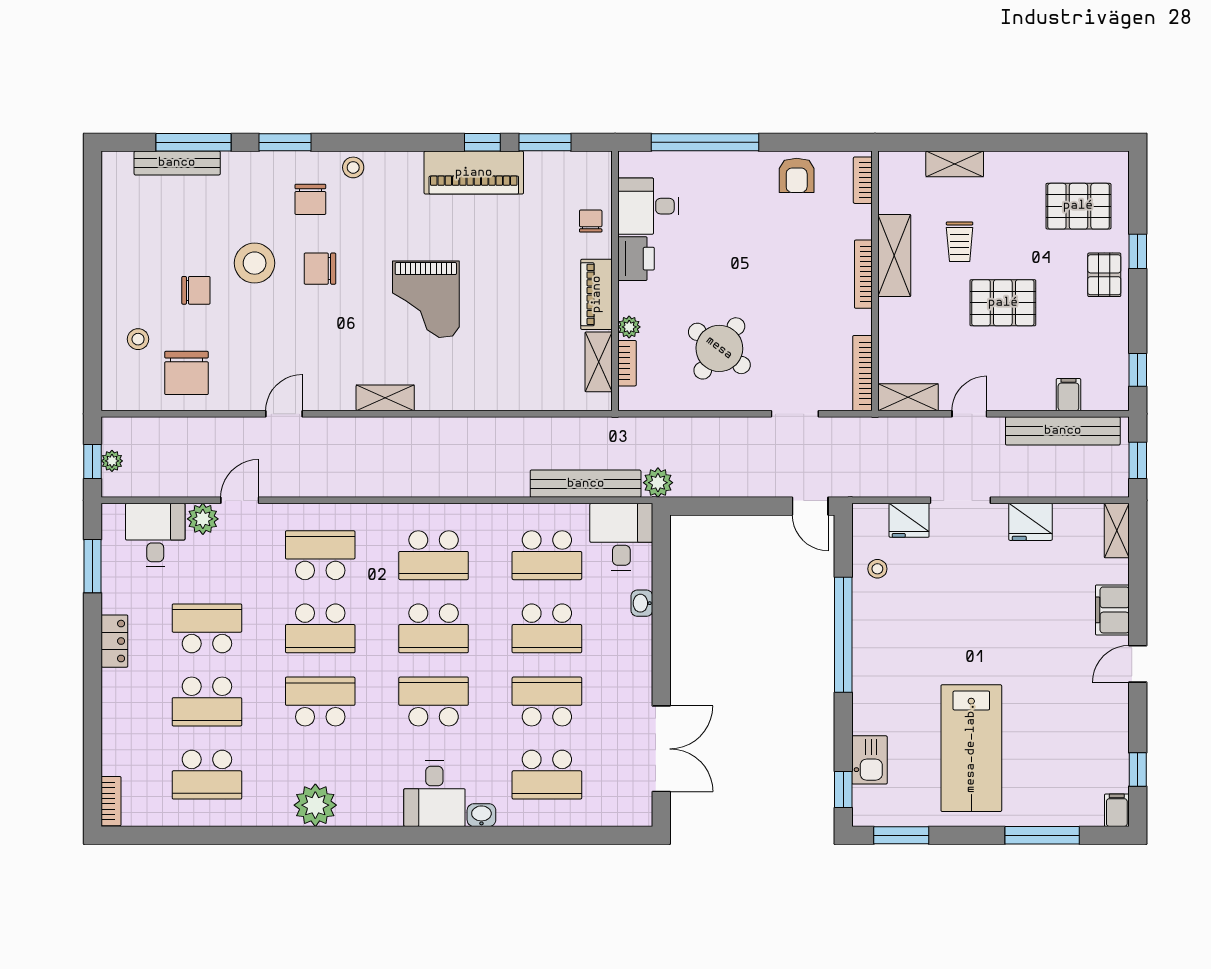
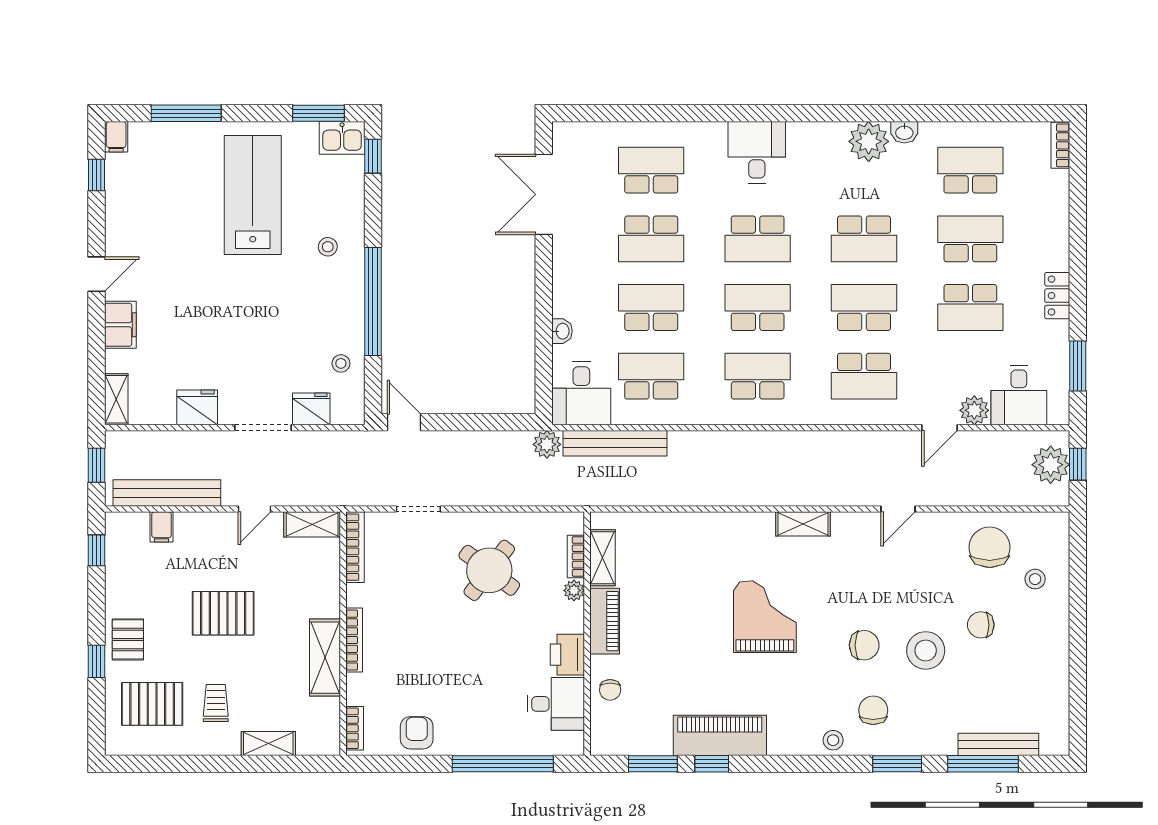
trolley: (960, 242) -> (216, 703), moved
plant: (112, 461) -> (1051, 465), width x1.87, depth x1.87
stool: (891, 693) -> (328, 247), added
kitchen sink: (869, 760) -> (342, 138), moved, turned -90
washbasin: (481, 815) -> (904, 132), moved

